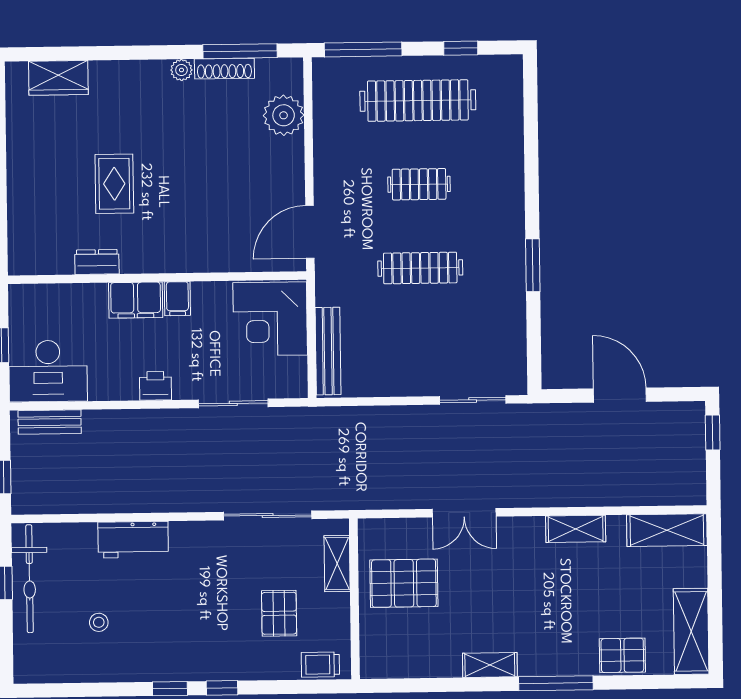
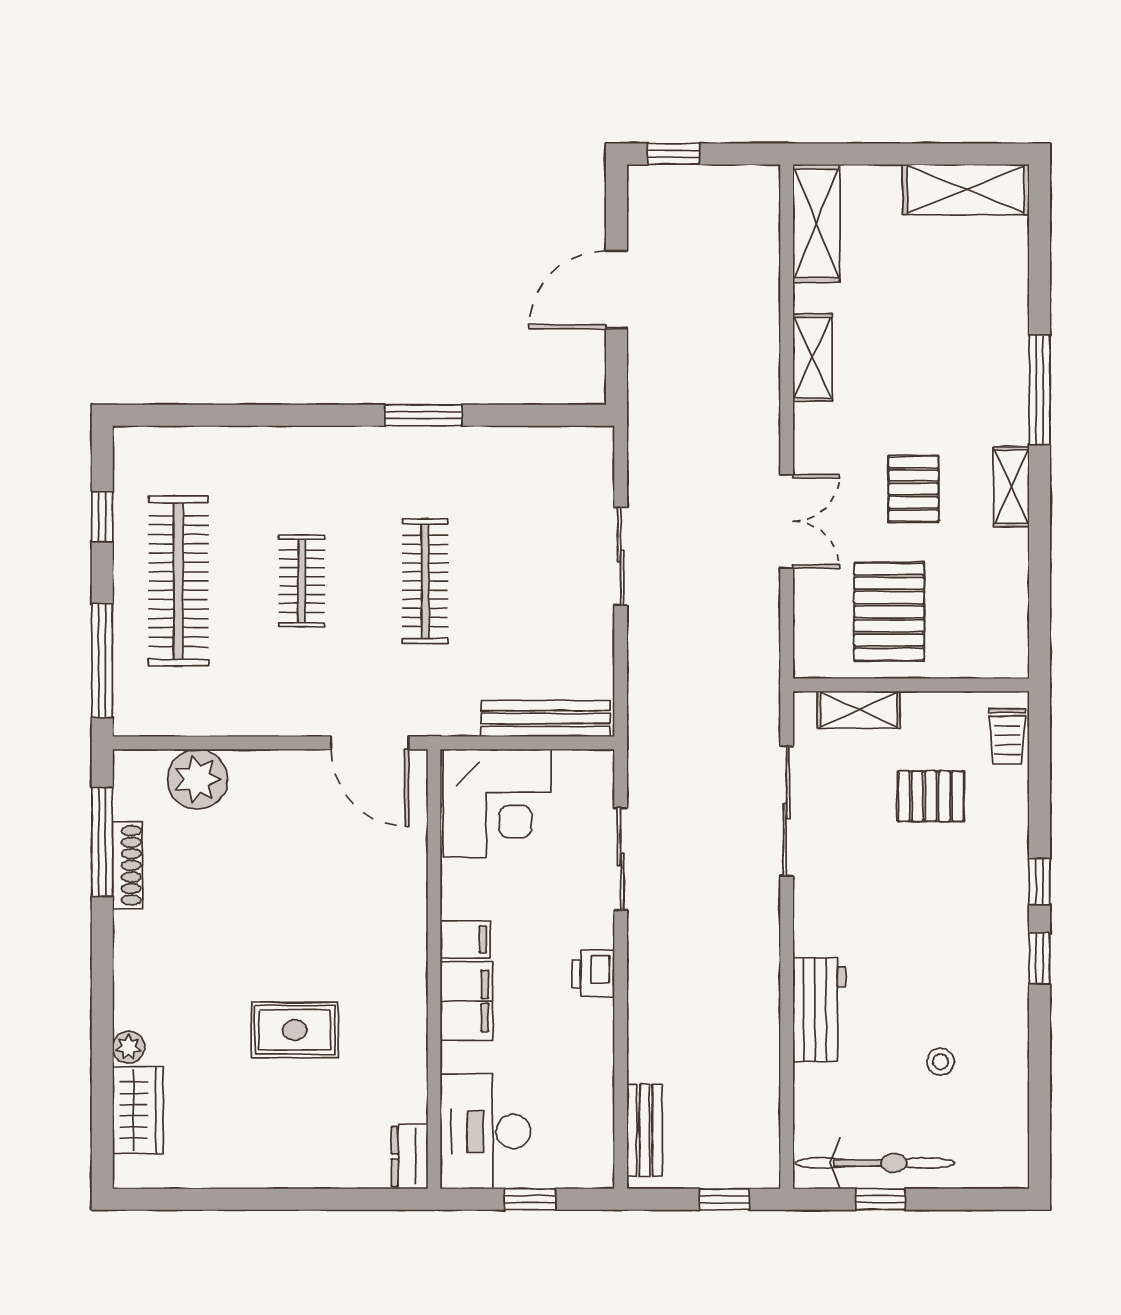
plant: (181, 70) -> (129, 1047), moved
dresser: (97, 262) -> (410, 1157), moved
desk: (48, 371) -> (485, 1131), moved, turned 180
sliding door: (473, 400) -> (621, 556), moved
pallet: (622, 655) -> (913, 489), moved

